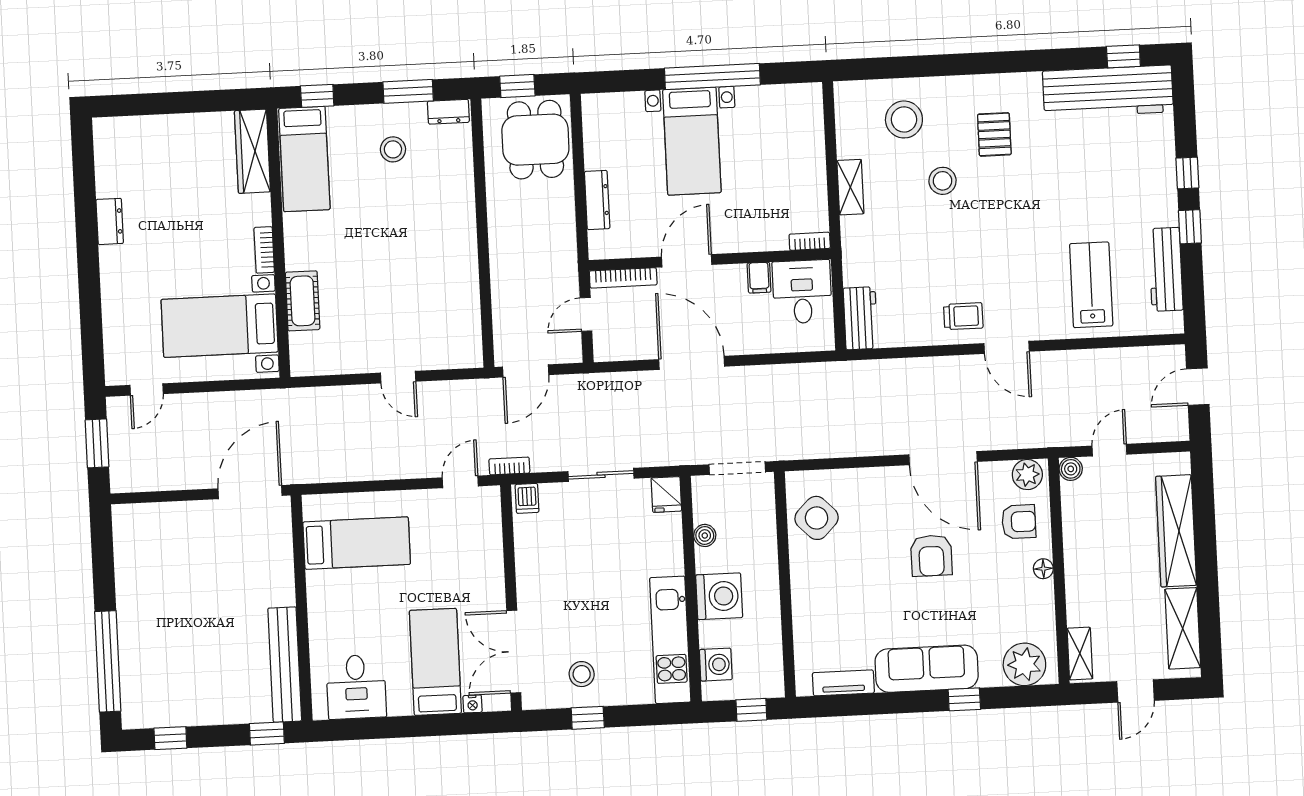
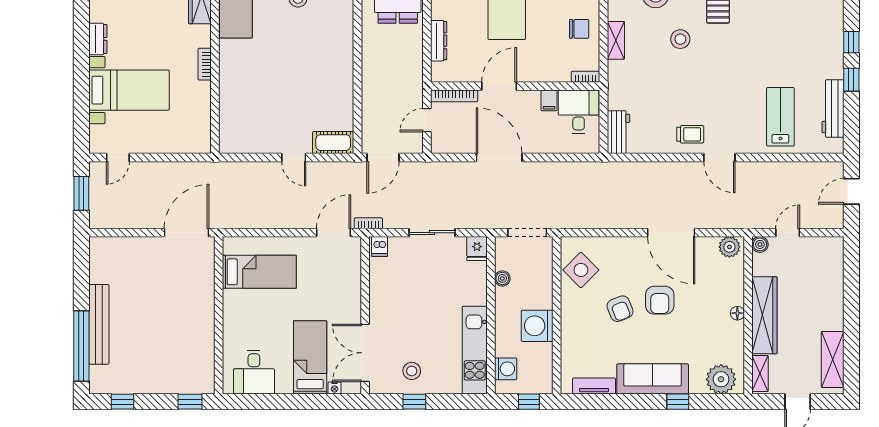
chair: (797, 173) -> (579, 29), added
cot: (303, 301) -> (333, 143), moved, turned 90
bed with nightstands: (220, 326) -> (129, 90), moved, turned 180
door: (460, 482) -> (334, 233), width x1.38
armchair: (1019, 522) -> (620, 309), moved, turned 68
wardrobe: (1176, 531) -> (764, 315), moved, turned 180
washing machine: (719, 596) -> (537, 326), moved, turned 180
bench: (285, 665) -> (99, 324), moved

